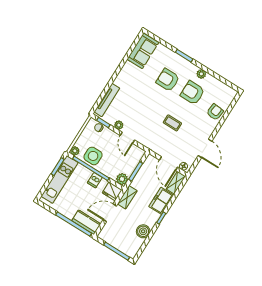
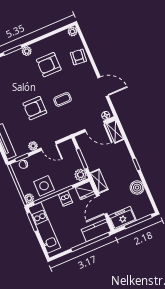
plant: (201, 74) -> (27, 51), moved
armchair: (168, 80) -> (35, 108), moved
plant: (232, 93) -> (72, 31), added
freezer: (161, 201) -> (122, 218), moved, turned 90

